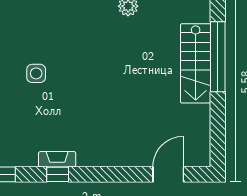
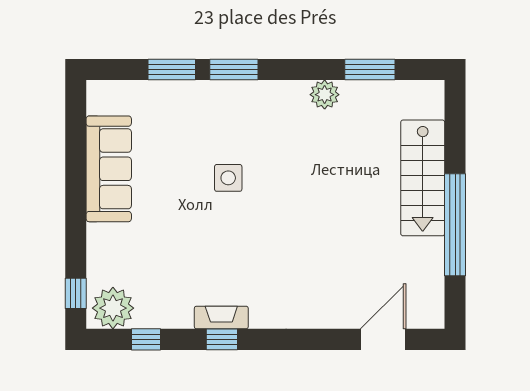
window: (218, 57) -> (455, 225), moved
side table: (36, 73) -> (228, 178), moved

